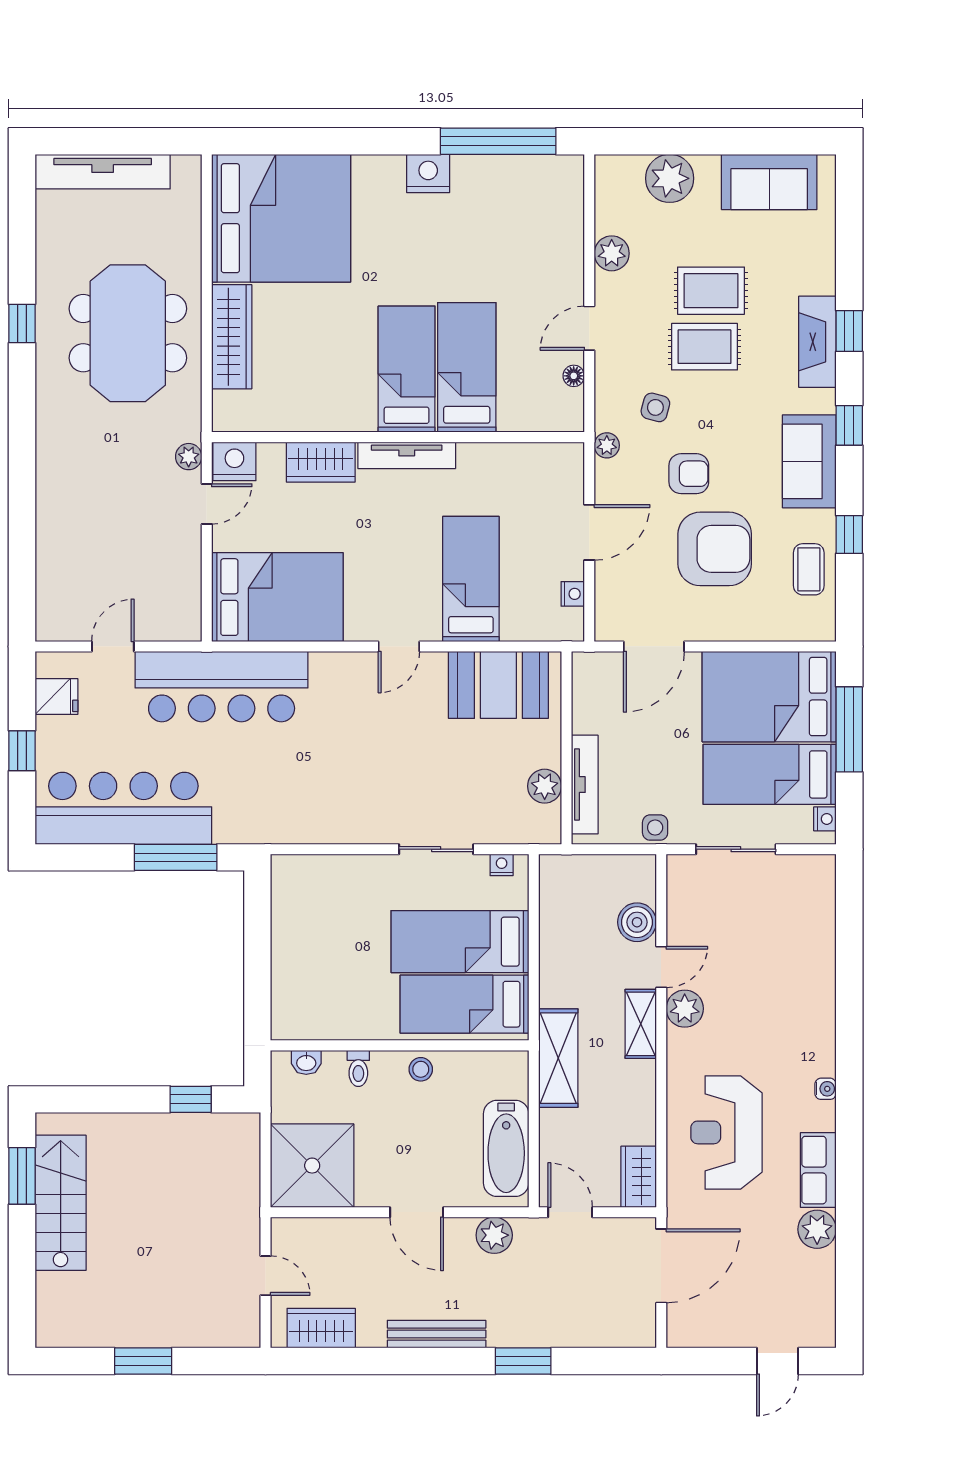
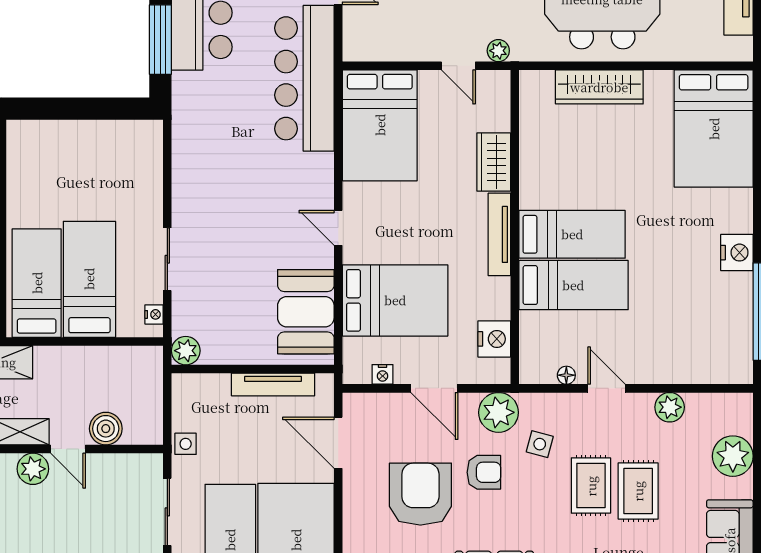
bed: (281, 218) -> (714, 129), width x0.73
plant: (607, 445) -> (498, 412), width x1.88, depth x1.88
nightstand: (234, 461) -> (494, 339), moved
armchair: (689, 474) -> (484, 472), turned -90
armchair: (715, 549) -> (420, 494), turned 180
bed: (471, 579) -> (395, 300), width x1.50
tv unit: (585, 785) -> (273, 385), moved
plant: (545, 786) -> (186, 351), moved

